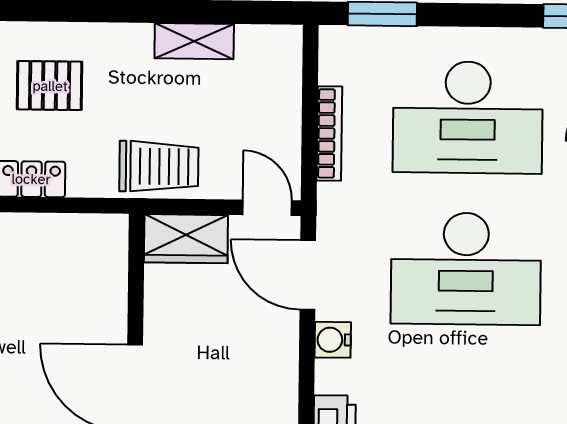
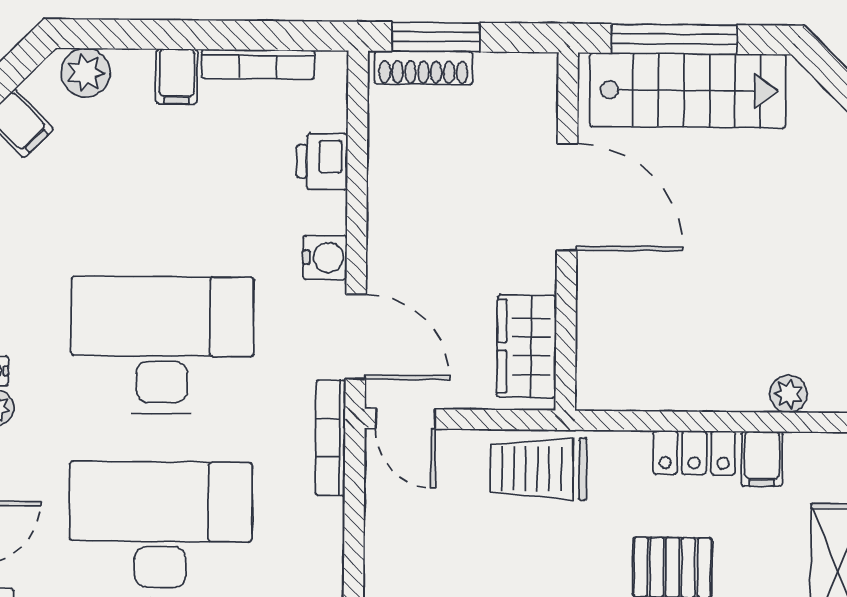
bookcase: (329, 133) -> (330, 438), moved
wardrobe: (186, 239) -> (527, 346), moved, turned -90

